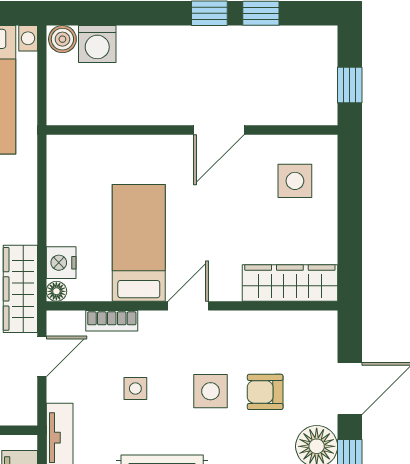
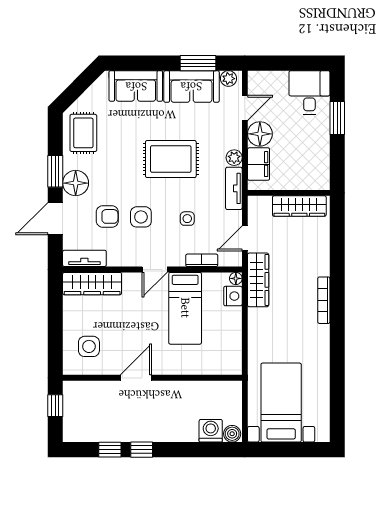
tv unit: (302, 324) -> (84, 258), added

